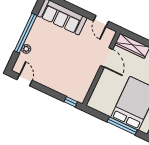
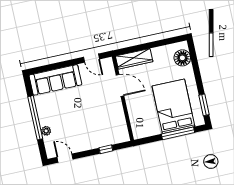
window: (71, 102) -> (106, 149), moved

